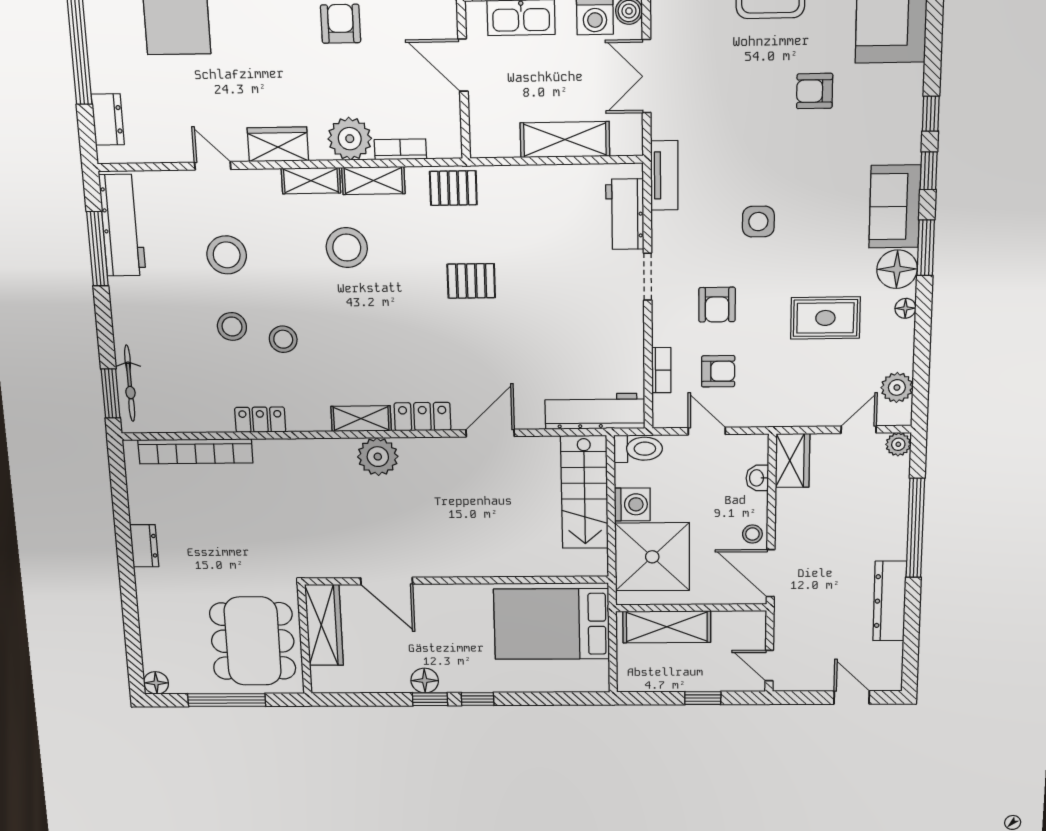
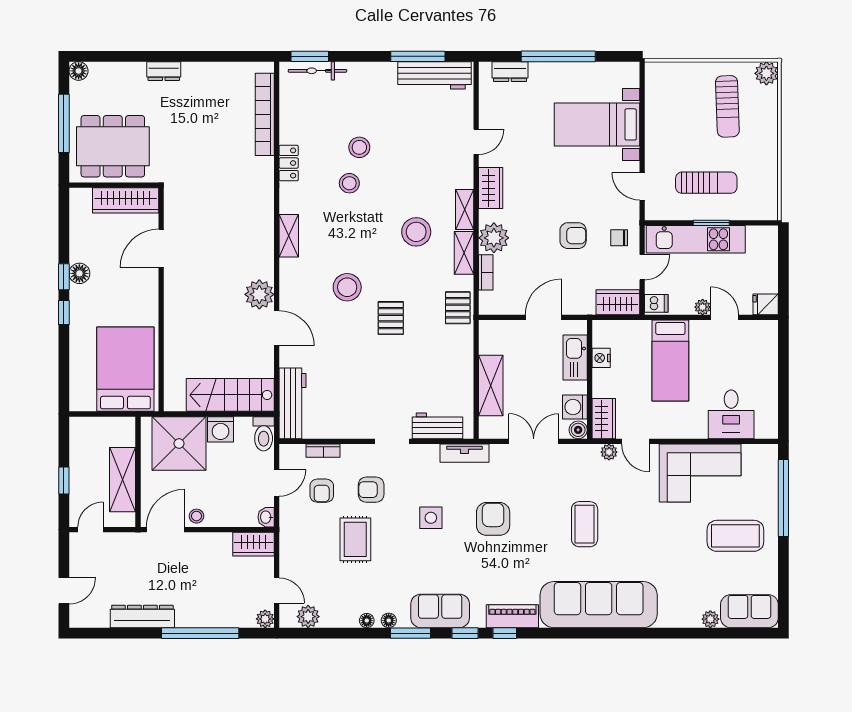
armchair: (815, 91) -> (493, 519), moved, width x1.38, depth x1.38
piano: (906, 103) -> (512, 616), added
stool: (227, 255) -> (347, 287), moved
floor lamp: (897, 269) -> (389, 620), width x0.53, depth x0.53
rug: (825, 318) -> (355, 539), moved
locker: (422, 417) -> (290, 280), removed
plant: (378, 457) -> (259, 294), moved
washbasin: (757, 478) -> (266, 517), moved, turned -90
dresser: (144, 546) -> (164, 71), moved
shelving: (667, 627) -> (123, 480), moved

